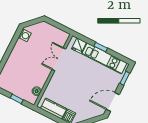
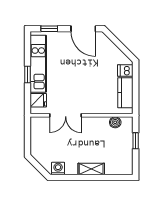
shelving: (13, 58) -> (91, 169), added

